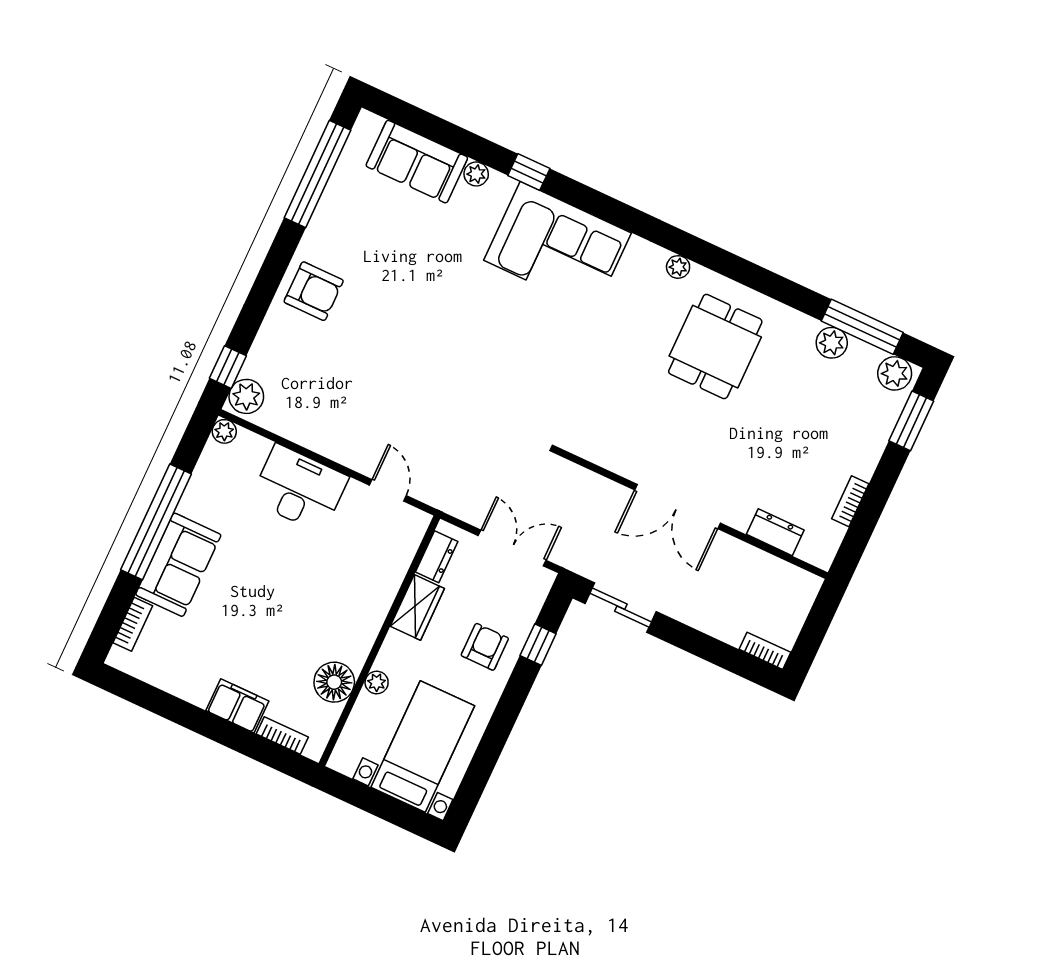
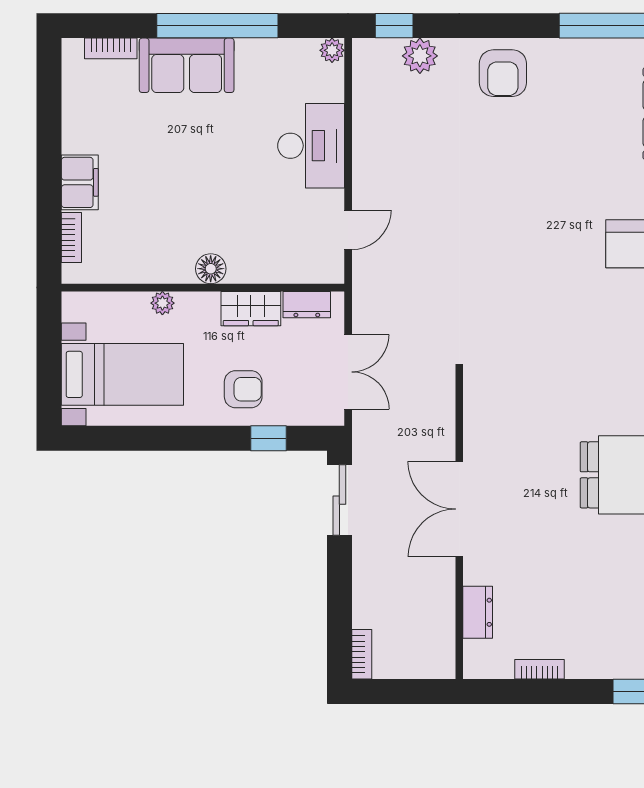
plant: (246, 396) -> (420, 56), moved
floor lamp: (334, 682) -> (211, 269), moved, width x0.73, depth x0.73

